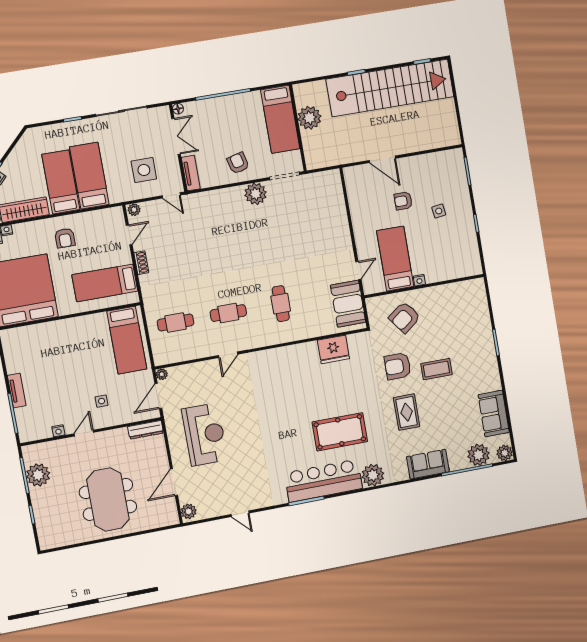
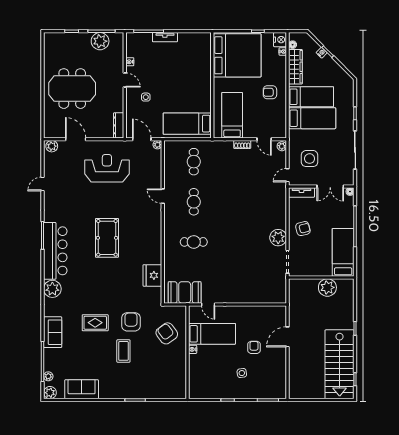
stairs: (390, 88) -> (340, 364), width x0.73
bed: (280, 119) -> (343, 252), moved, turned 90
pool table: (340, 432) -> (107, 238), moved
reception desk: (205, 434) -> (107, 168), turned 180
plant: (479, 455) -> (48, 376), width x0.53, depth x0.53

